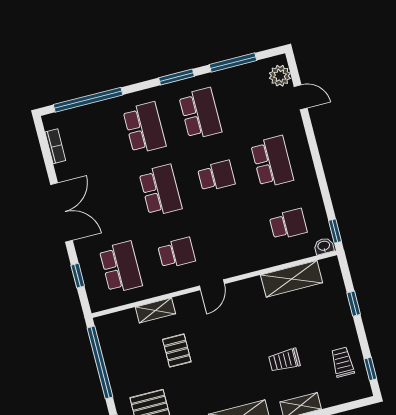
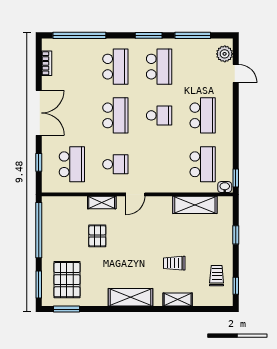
school desk: (288, 224) -> (203, 164), width x1.85
shelving: (155, 310) -> (102, 202), moved

